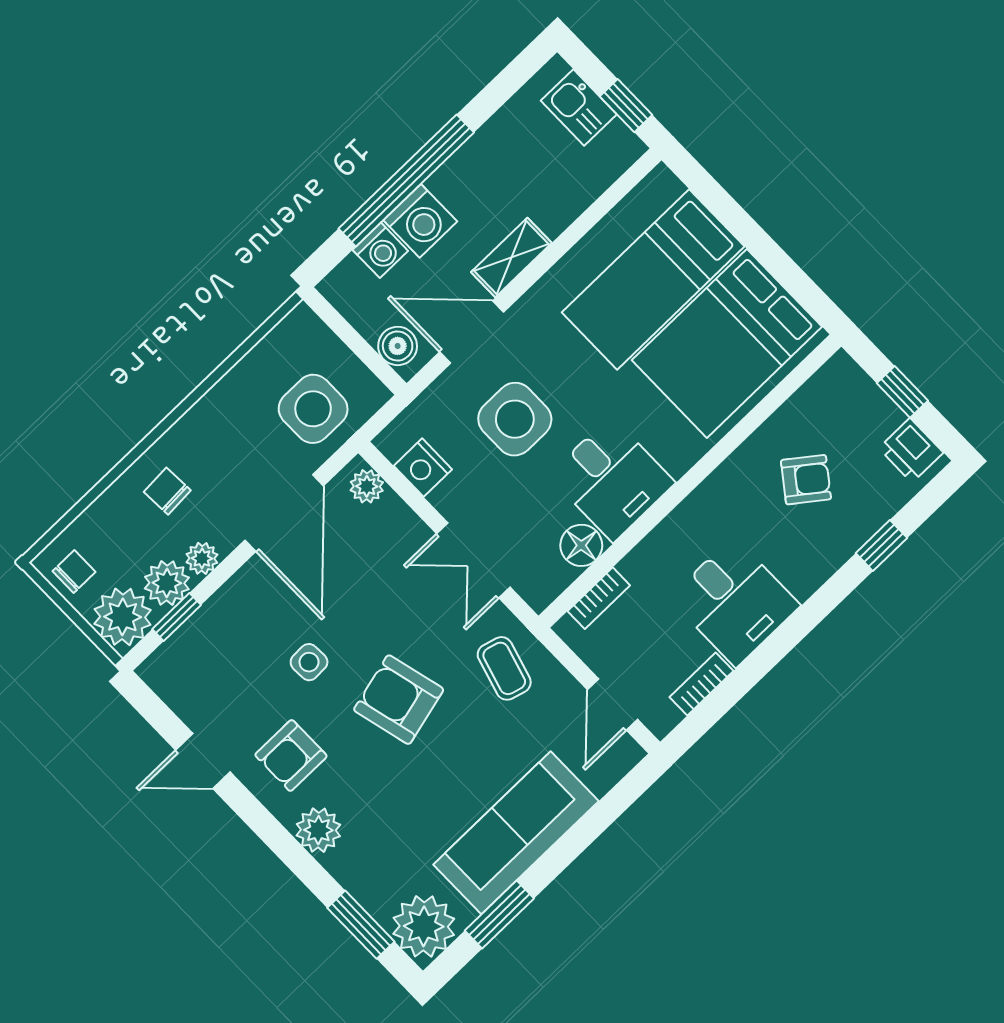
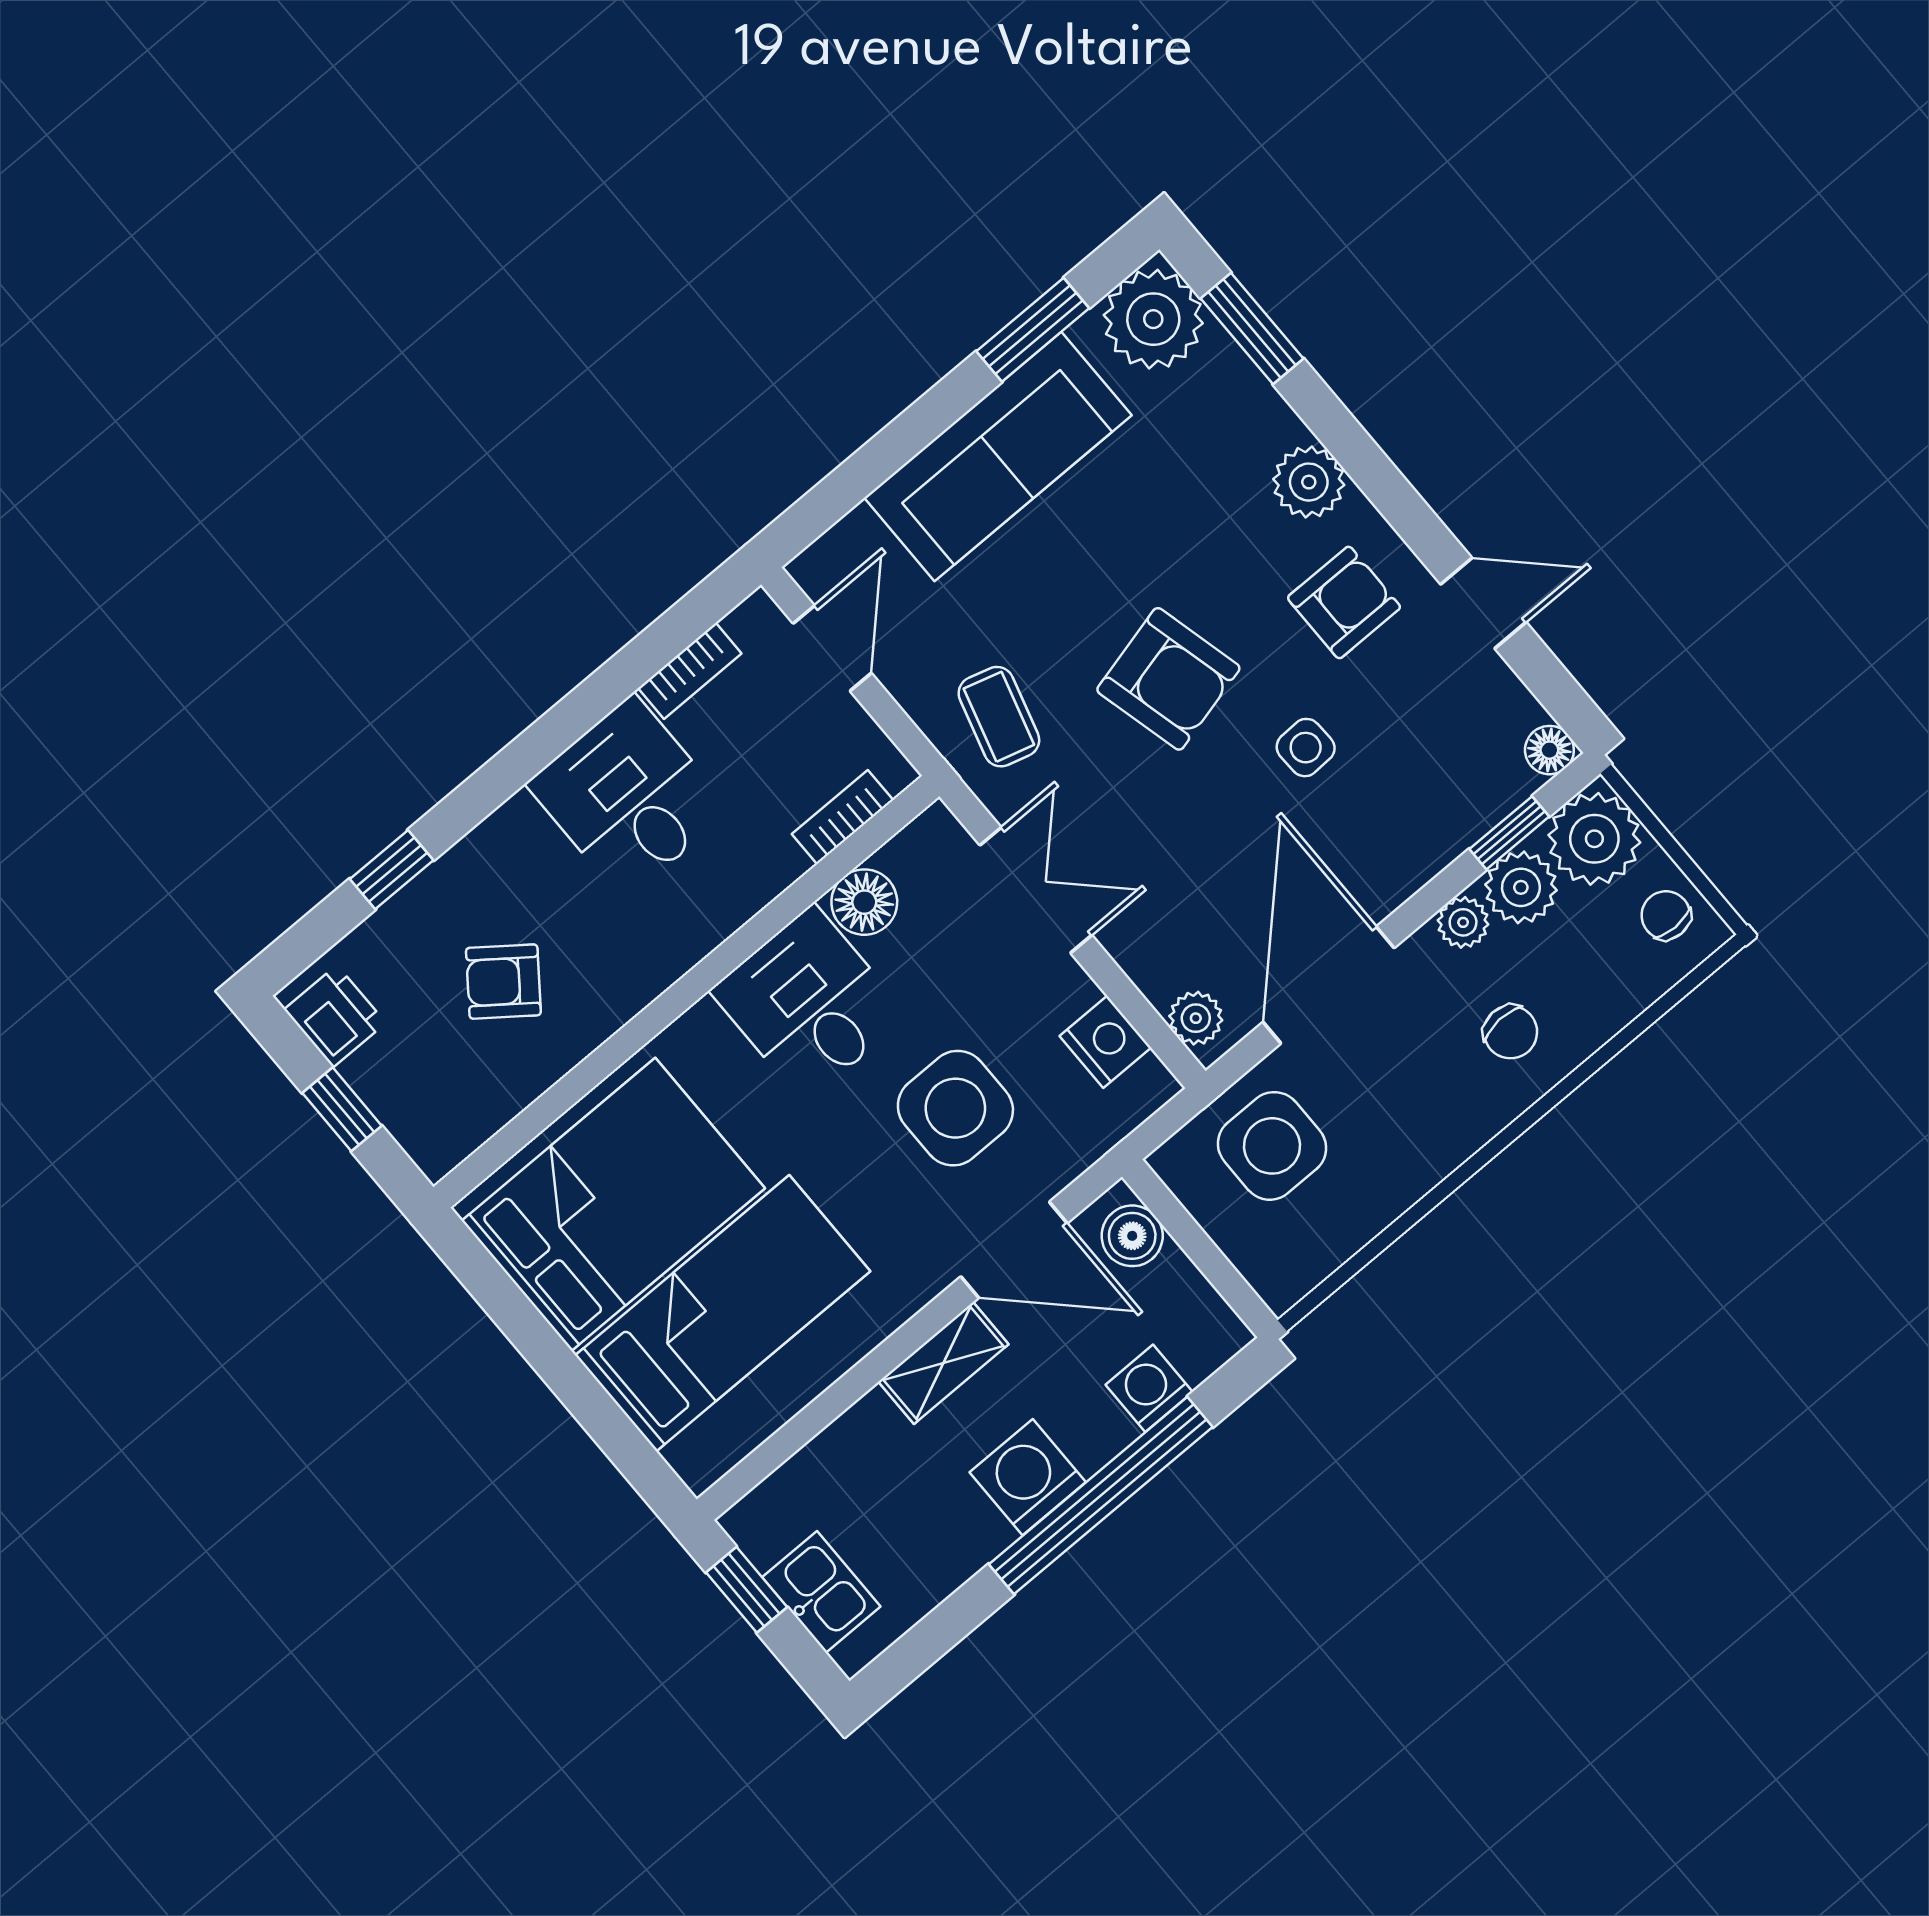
washing machine: (420, 221) -> (1028, 1477), moved
chair: (74, 572) -> (1666, 915), turned 90
floor lamp: (155, 671) -> (1549, 750), added

